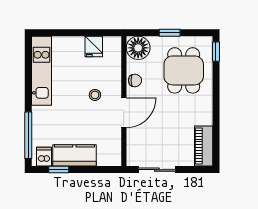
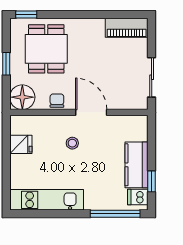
dining table: (184, 70) -> (46, 49), turned 90

